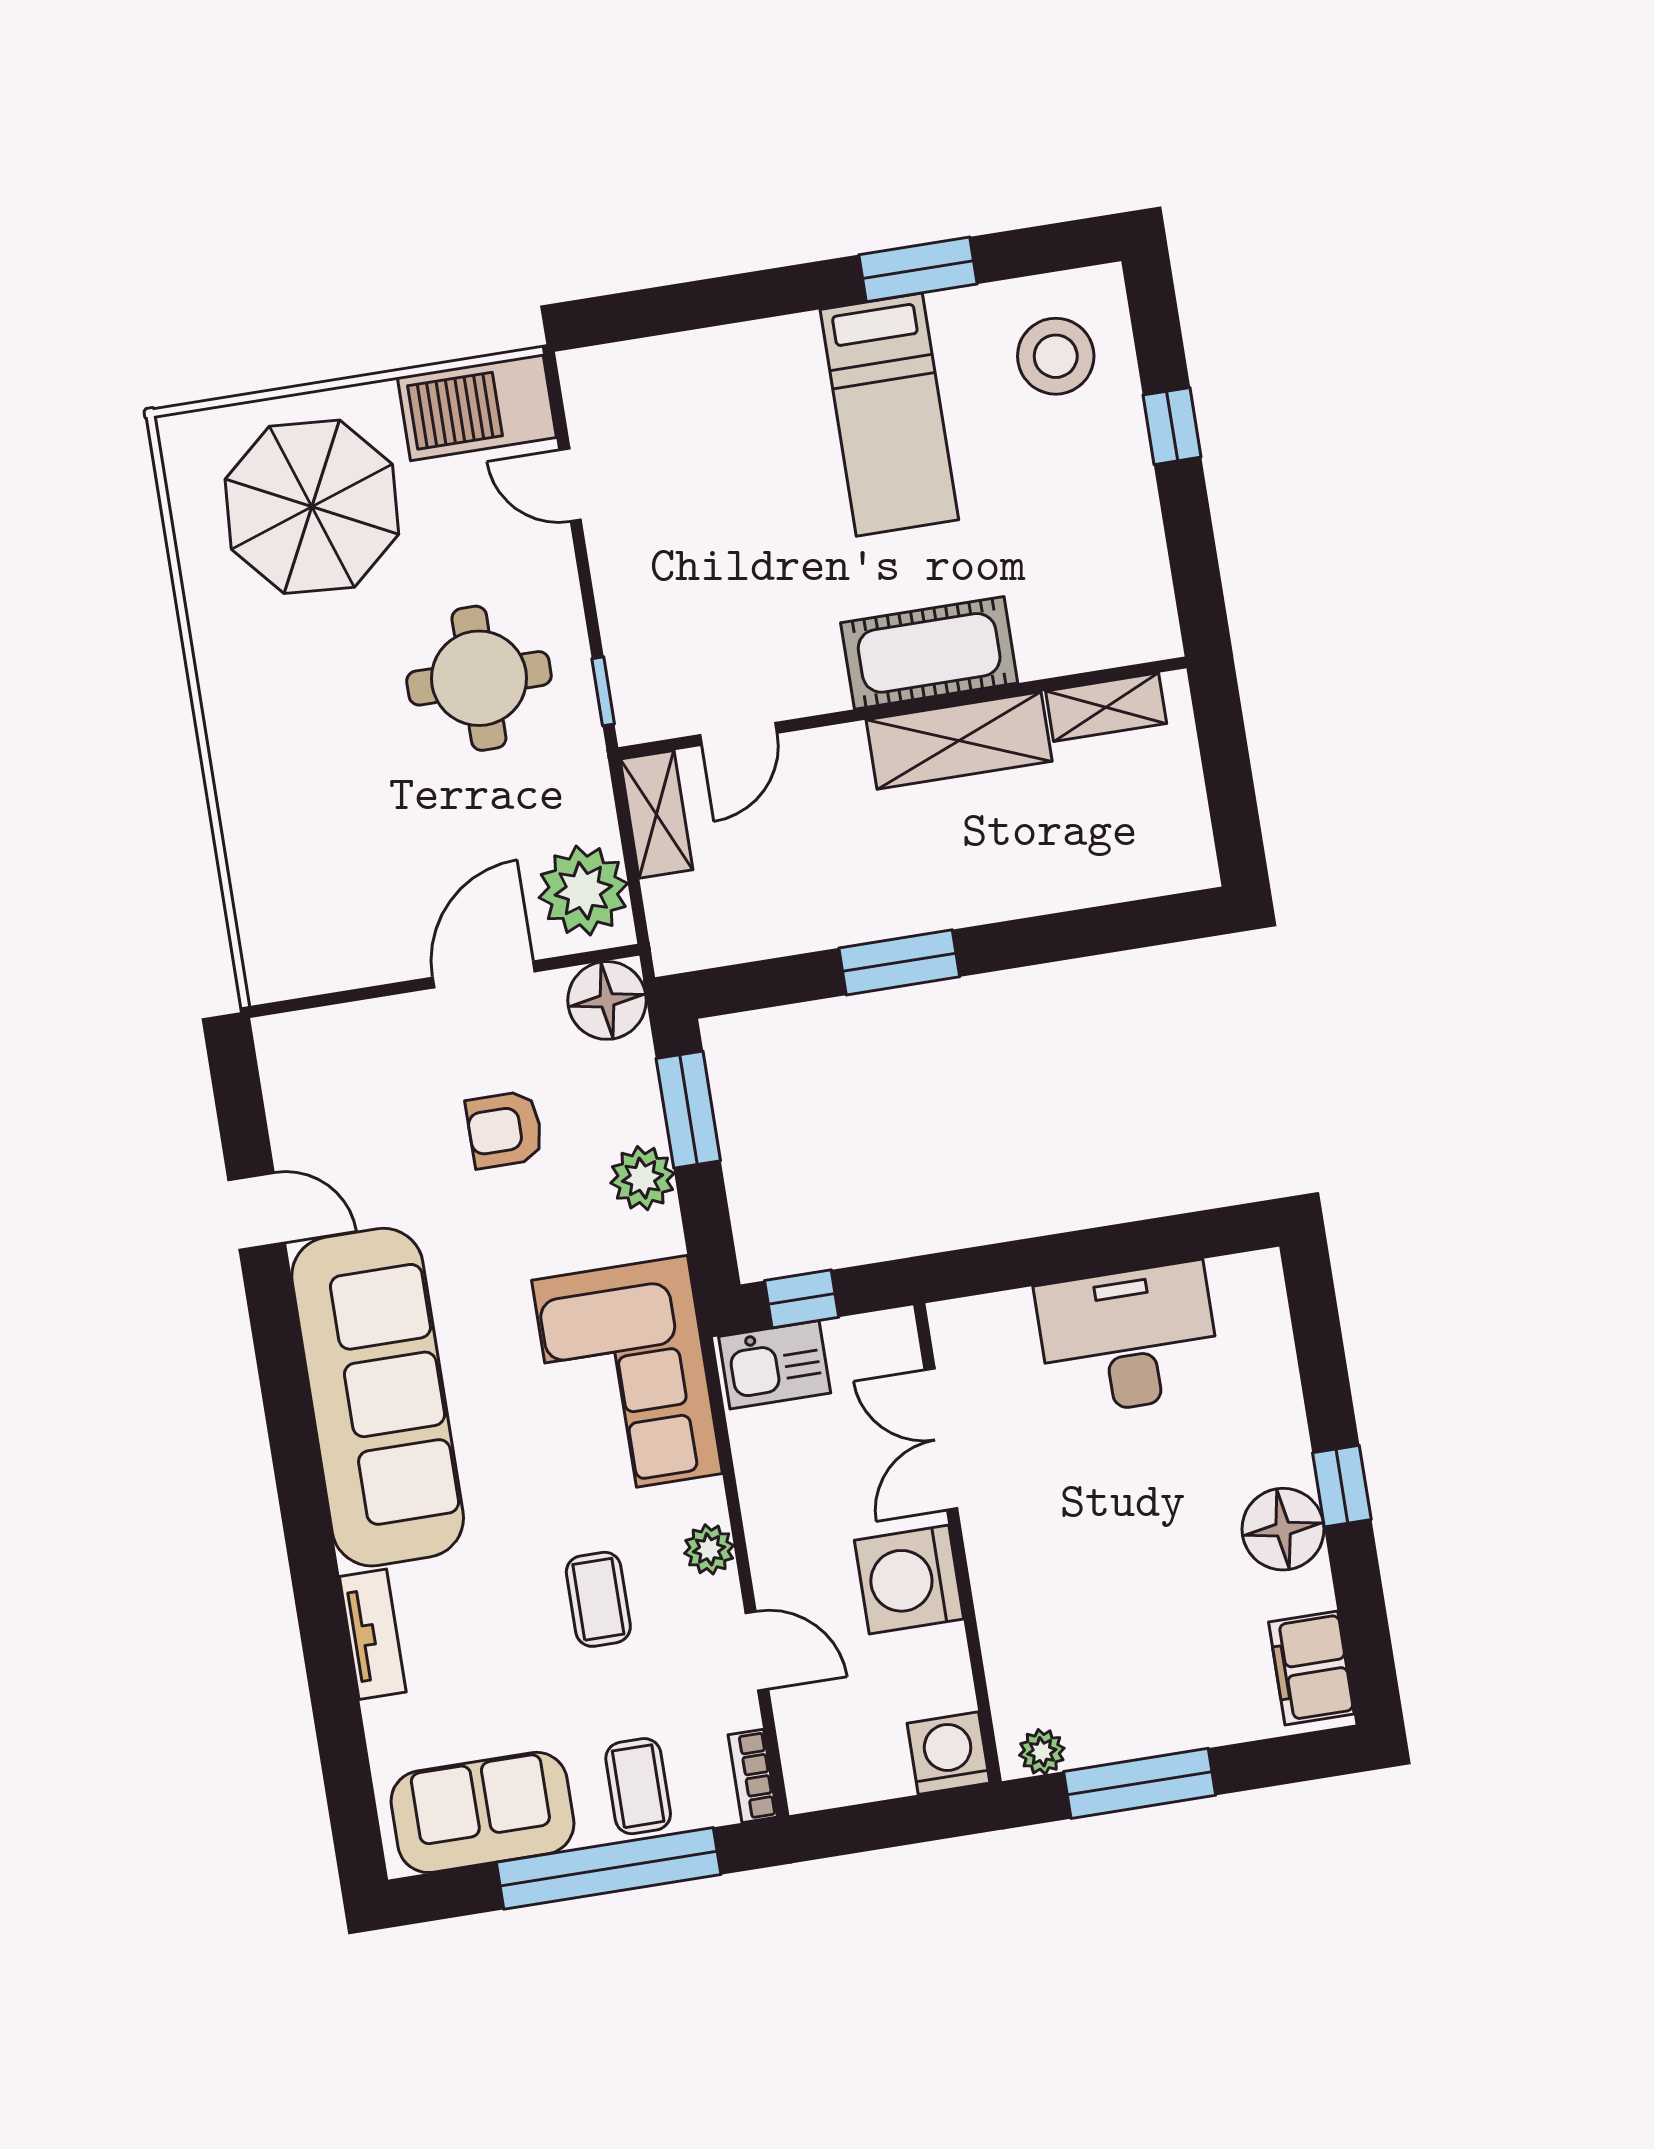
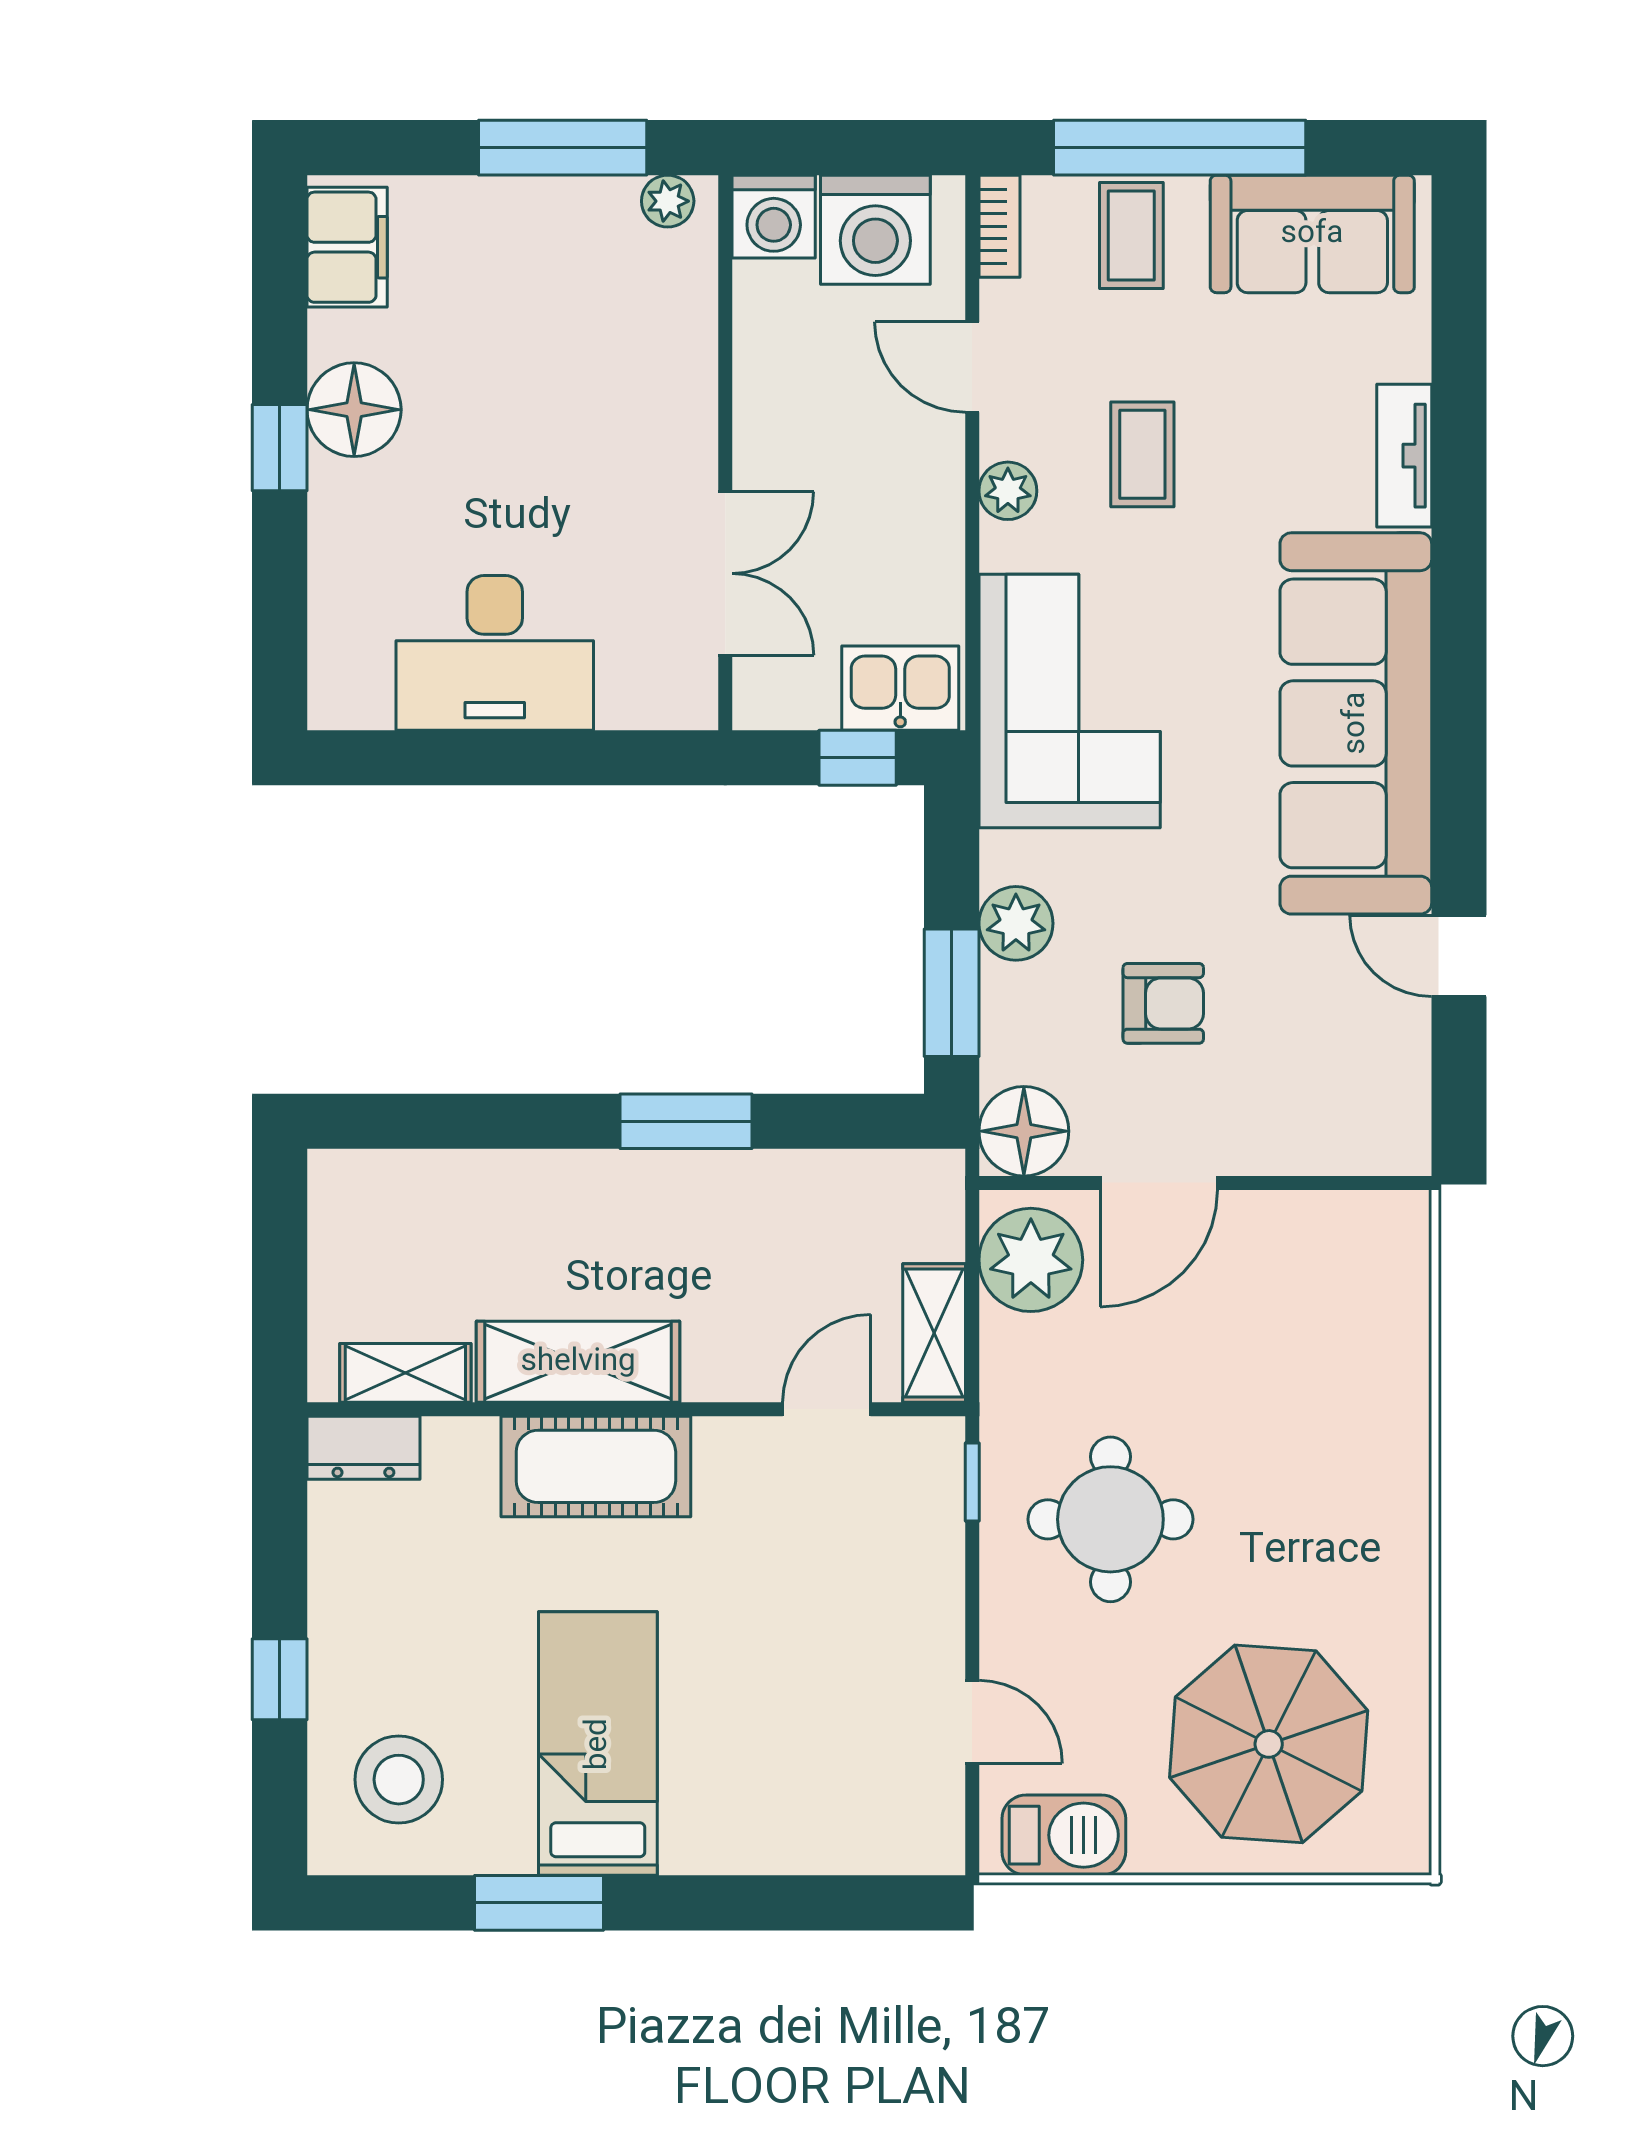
barbecue: (477, 407) -> (1064, 1835), width x0.73, depth x0.83
dresser: (1132, 637) -> (363, 1448), added
washing machine: (909, 1580) -> (875, 230), moved, turned 90

